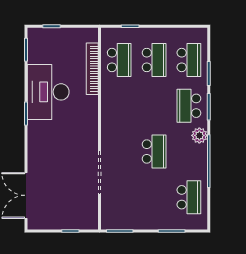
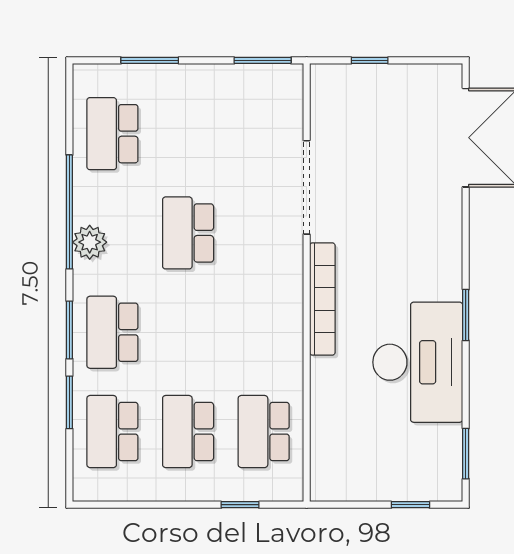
bookcase: (92, 69) -> (322, 299), moved
school desk: (189, 106) -> (112, 332), turned 180
plant: (199, 135) -> (90, 242), moved

